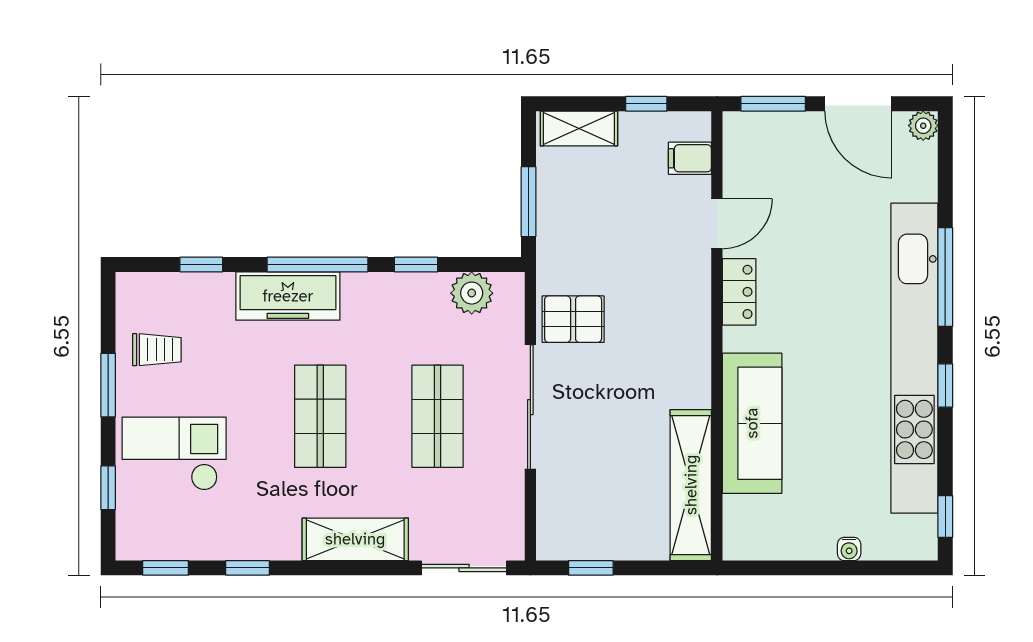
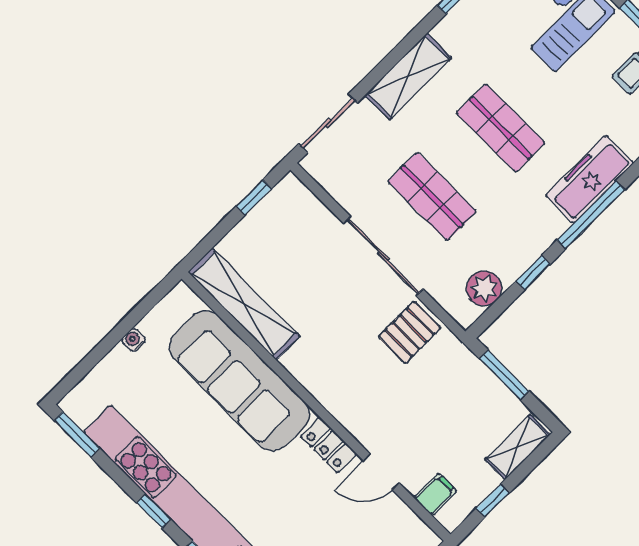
door: (717, 224) -> (381, 472), hinge flipped
sofa: (752, 423) -> (240, 381), width x1.36, depth x1.27
window: (945, 517) -> (77, 434), width x1.50
water cooler: (849, 549) -> (133, 340), moved

